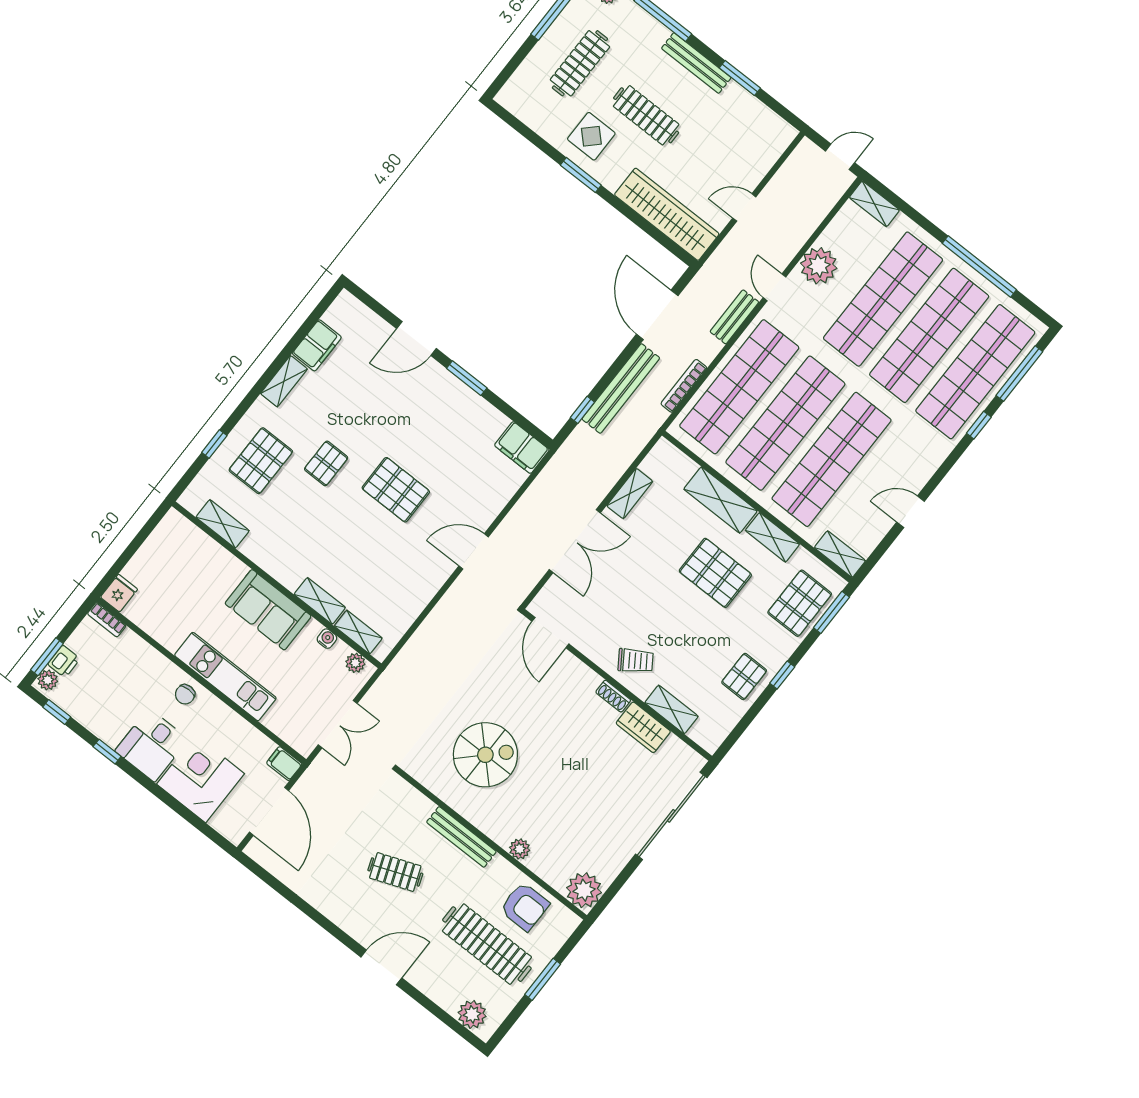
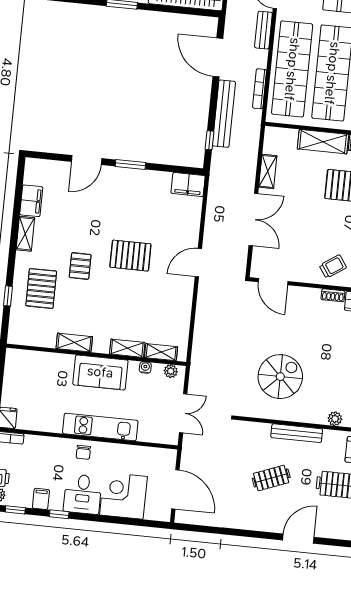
shelving: (223, 524) -> (74, 343), moved
filing cabinet: (284, 764) -> (41, 499), moved, turned 90

